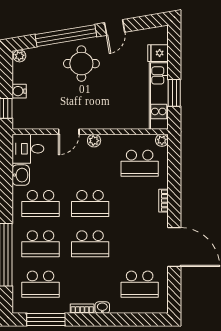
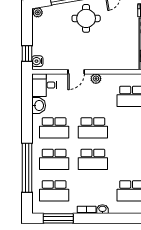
water cooler: (19, 91) -> (37, 61), moved

